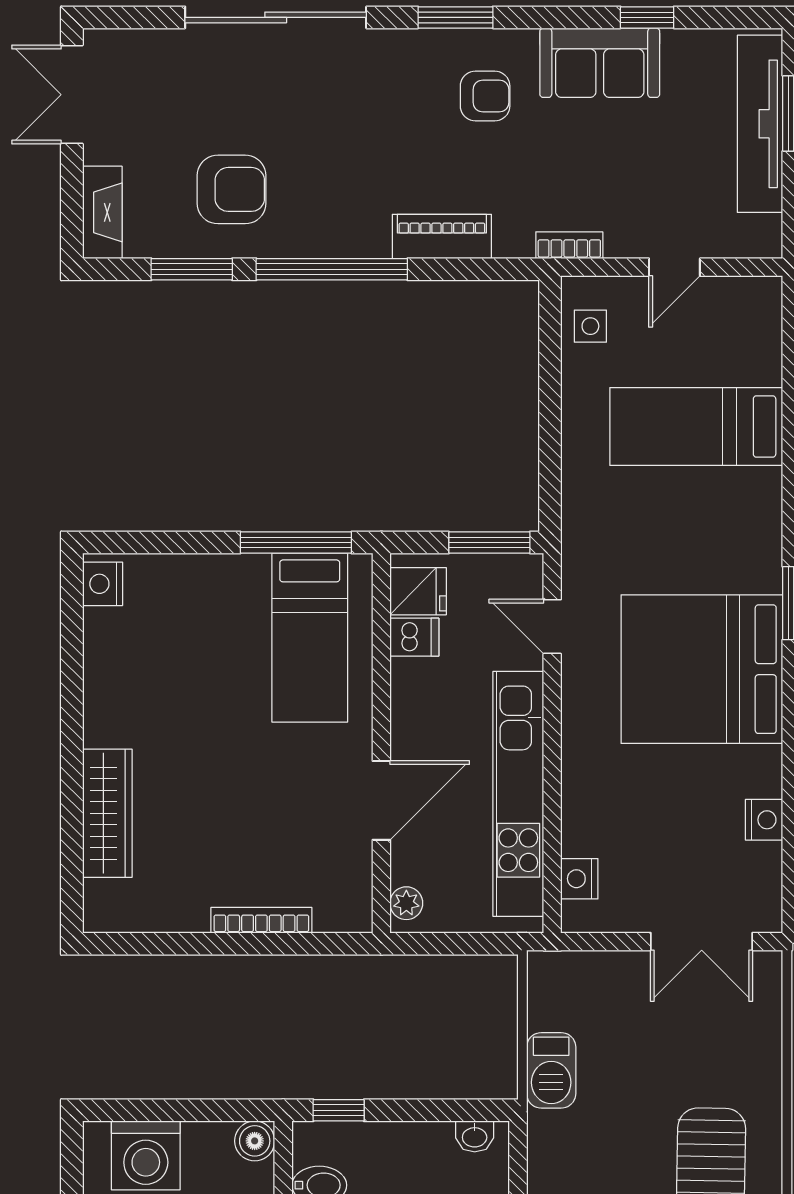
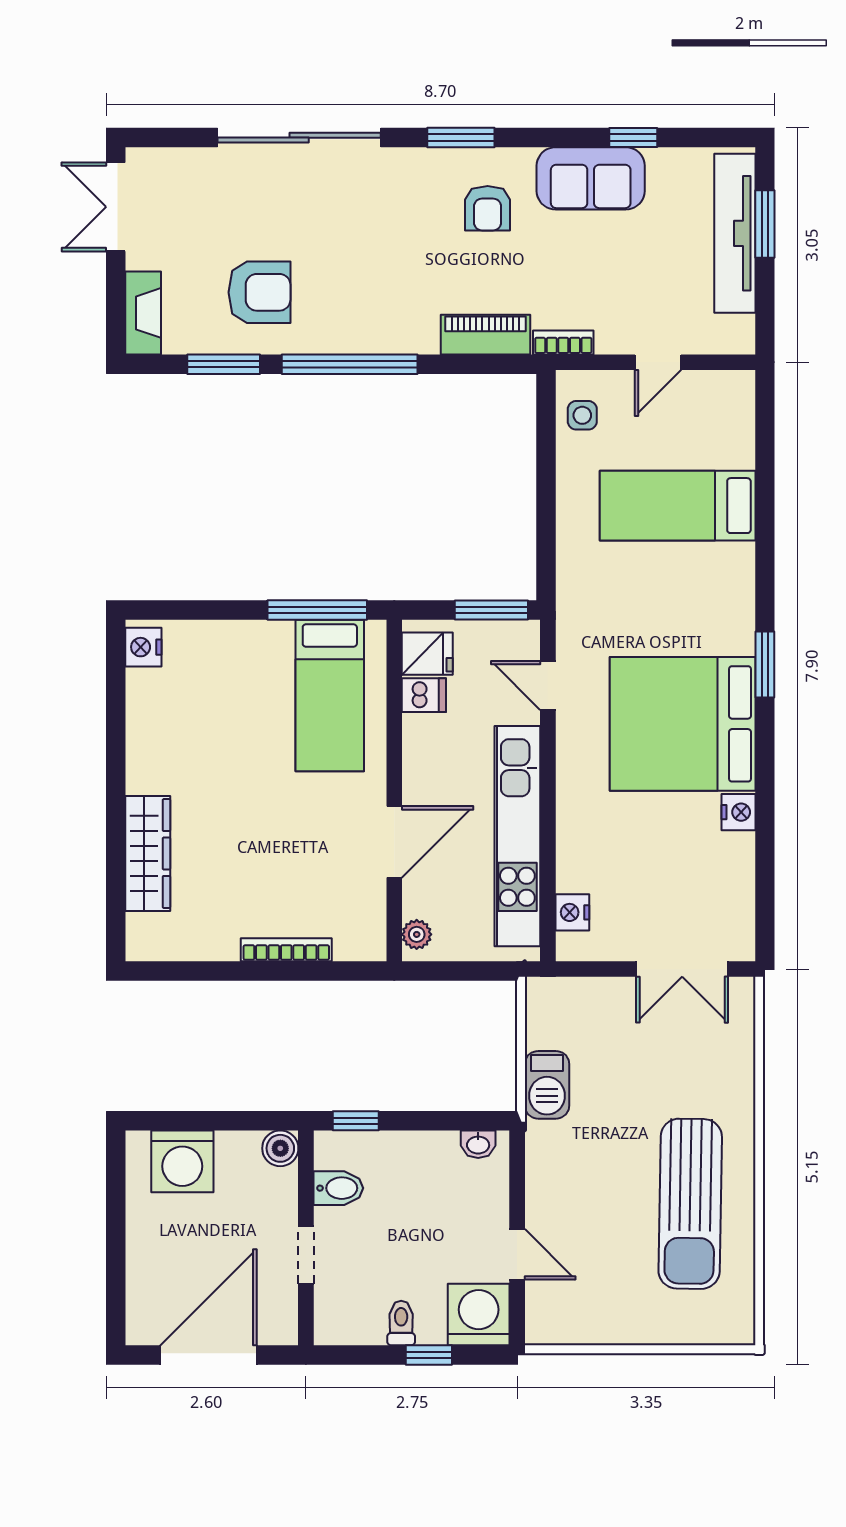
armchair: (485, 96) -> (488, 208), turned 90
piano: (442, 236) -> (486, 335), moved
nightstand: (764, 820) -> (738, 812), moved

